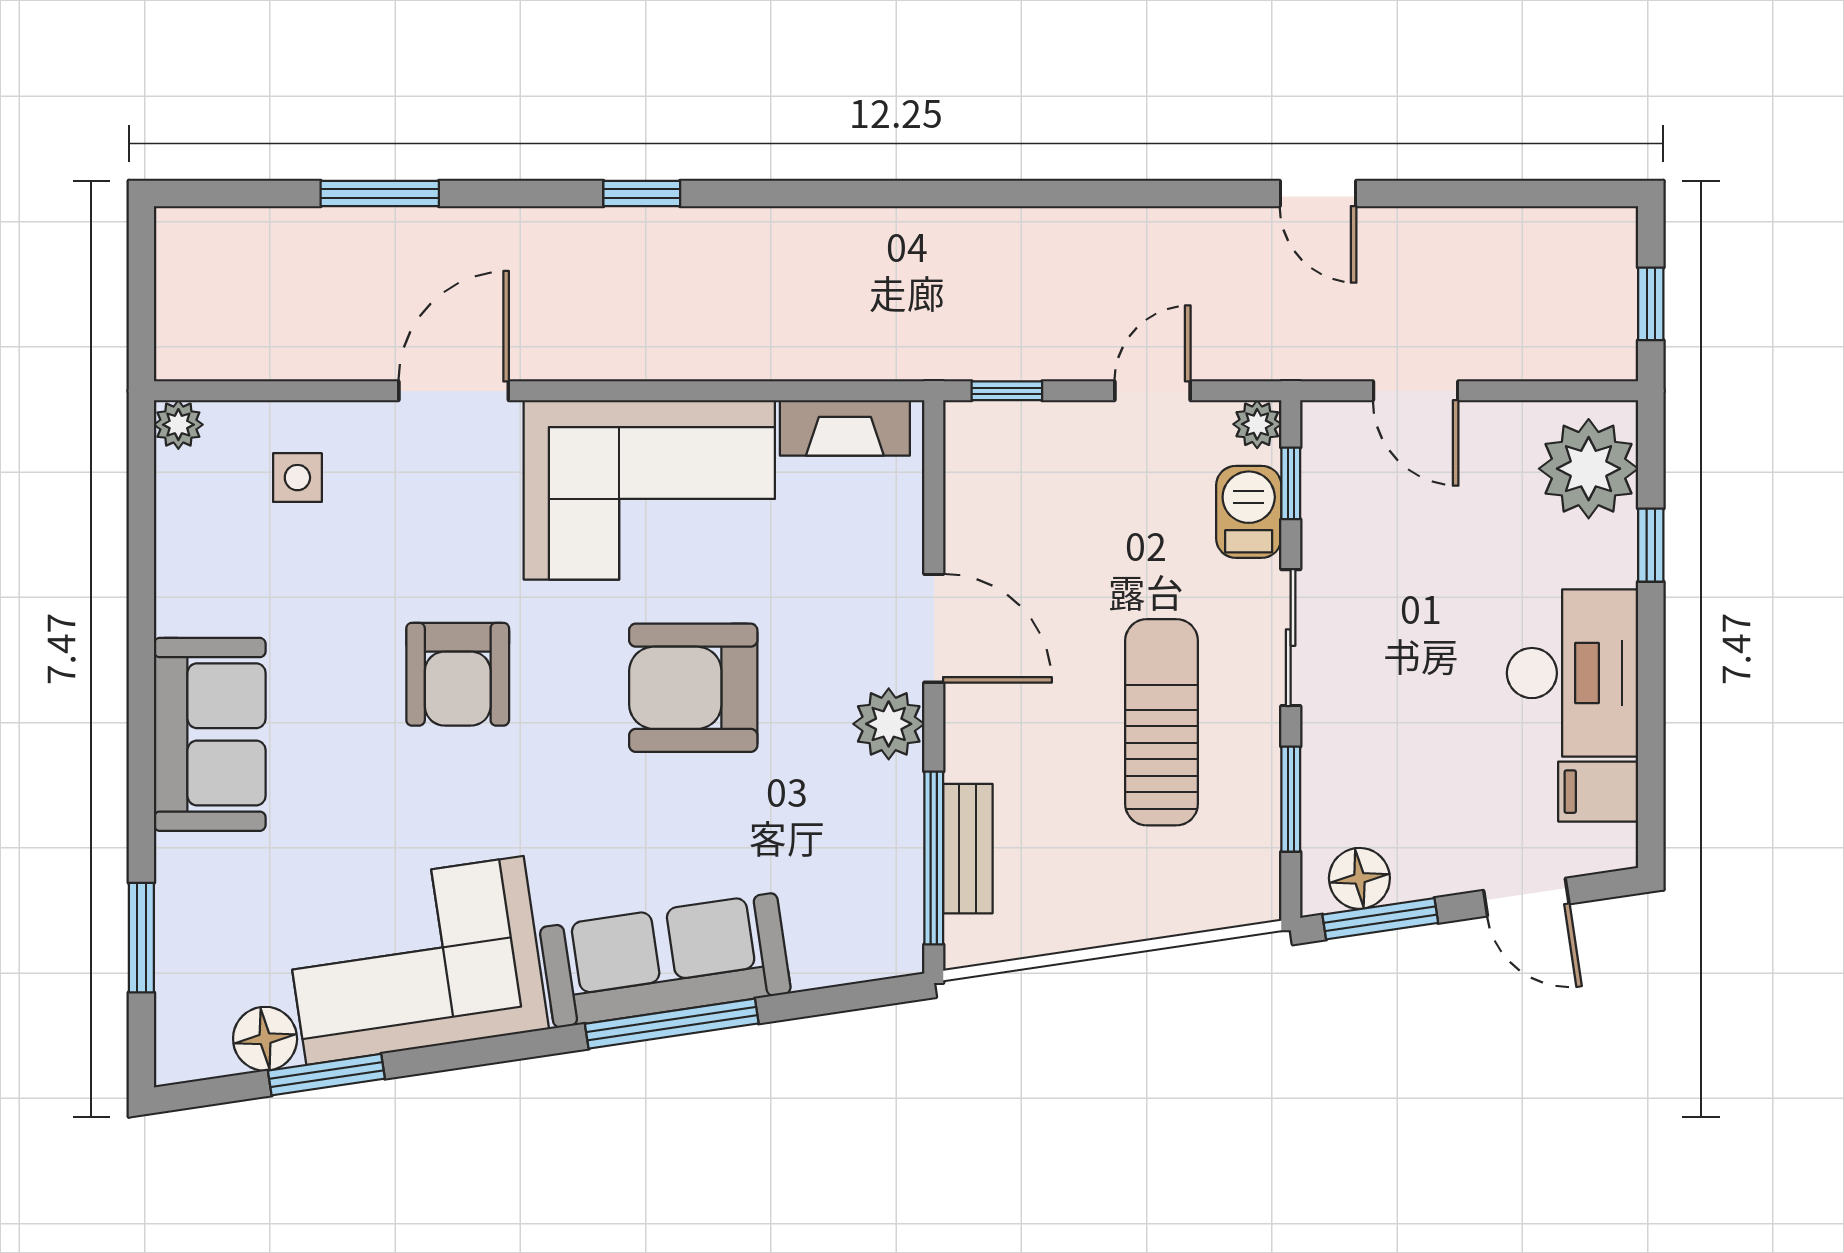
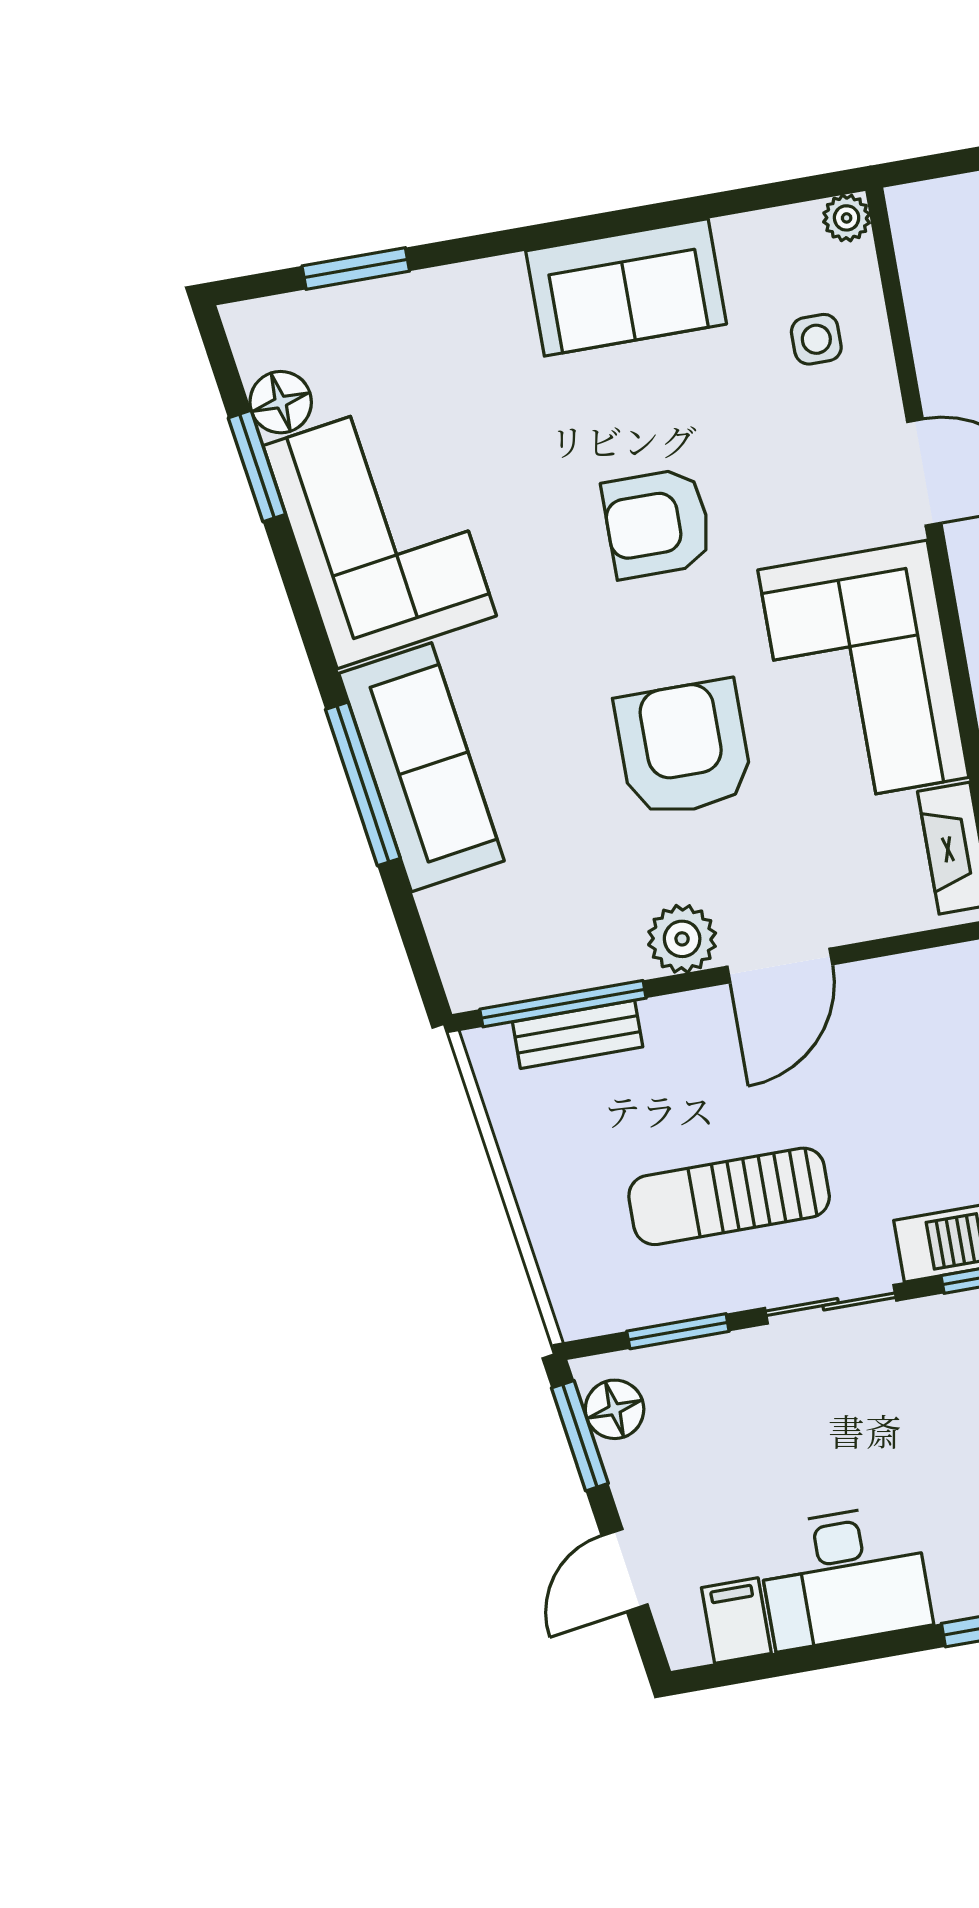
sun lounger: (1162, 722) -> (729, 1196), turned 180
sofa: (210, 734) -> (626, 287), moved

